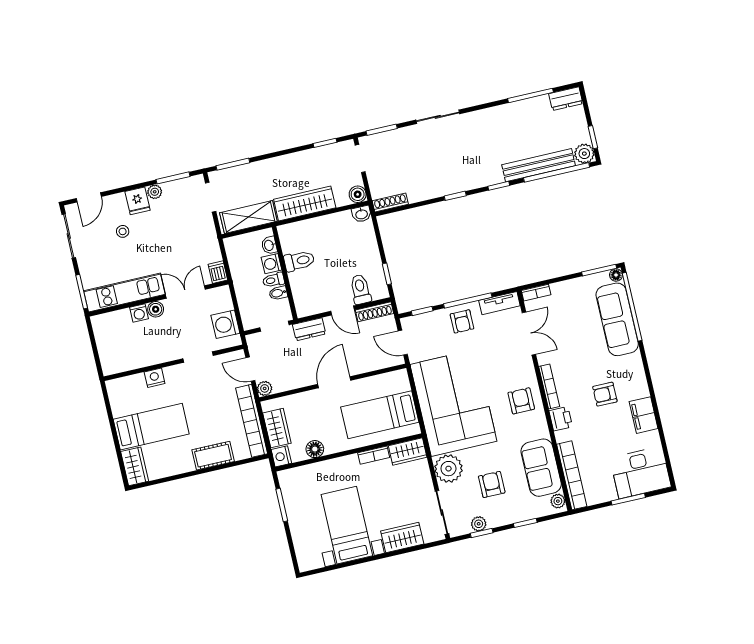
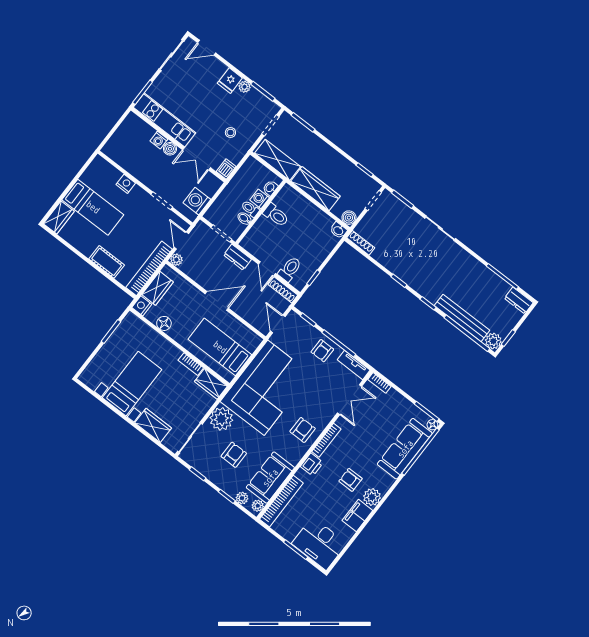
stool: (123, 231) -> (230, 133), moved
double door: (185, 292) -> (197, 159), swing flipped
plant: (637, 387) -> (372, 497), added
plant: (479, 524) -> (242, 498), moved

